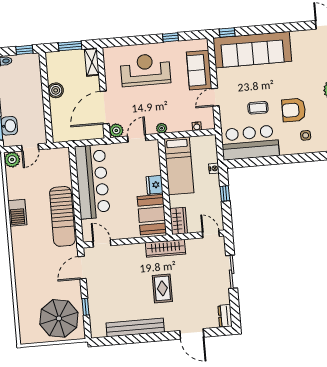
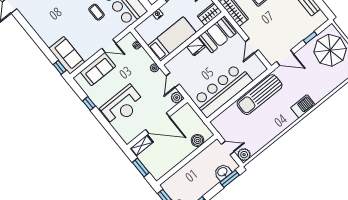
sofa: (252, 50) -> (67, 55), width x0.54, depth x0.79
reception desk: (145, 70) -> (122, 106), turned -90
boiler: (56, 90) -> (198, 140), moved
door: (105, 107) -> (157, 123), moved
door: (137, 138) -> (173, 80), hinge flipped
barbecue: (17, 213) -> (303, 106), moved
sun lounger: (62, 216) -> (260, 95), turned 180
door: (102, 243) -> (252, 46), moved

